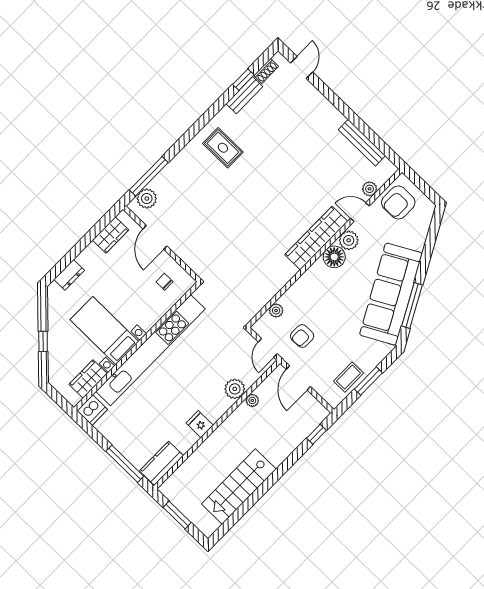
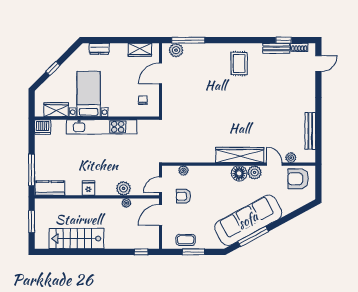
kitchen unit: (151, 350) -> (102, 127), width x0.73

